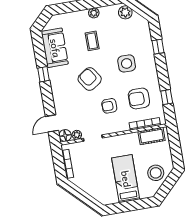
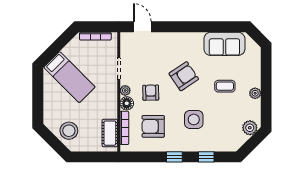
window: (44, 74) -> (198, 27), removed
window: (167, 97) -> (174, 157), moved
armchair: (139, 98) -> (153, 126), turned -90
floor lamp: (65, 135) -> (127, 103), moved
plant: (77, 135) -> (125, 90), moved
bed: (126, 179) -> (69, 77), moved, turned 45

